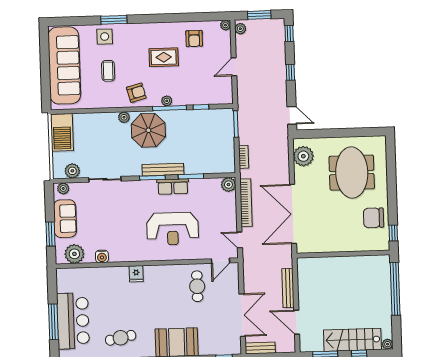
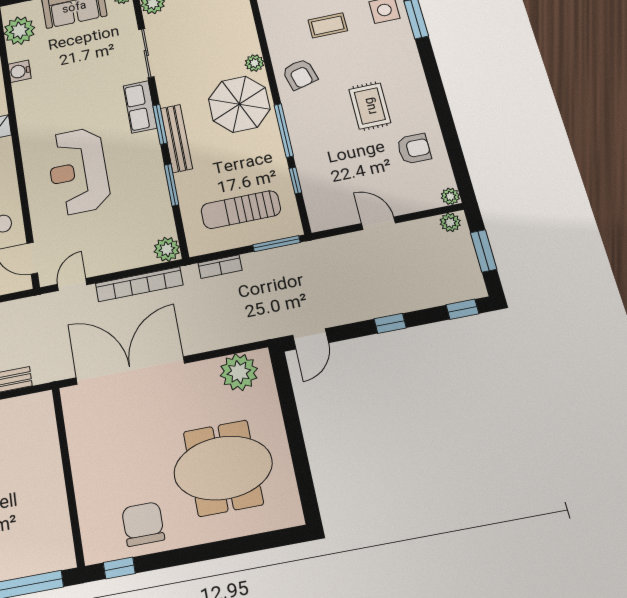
armchair: (194, 39) -> (414, 149), turned 180
plant: (167, 101) -> (295, 124), removed
sun lounger: (213, 140) -> (241, 210), added
row of seats: (173, 187) -> (140, 107), moved

